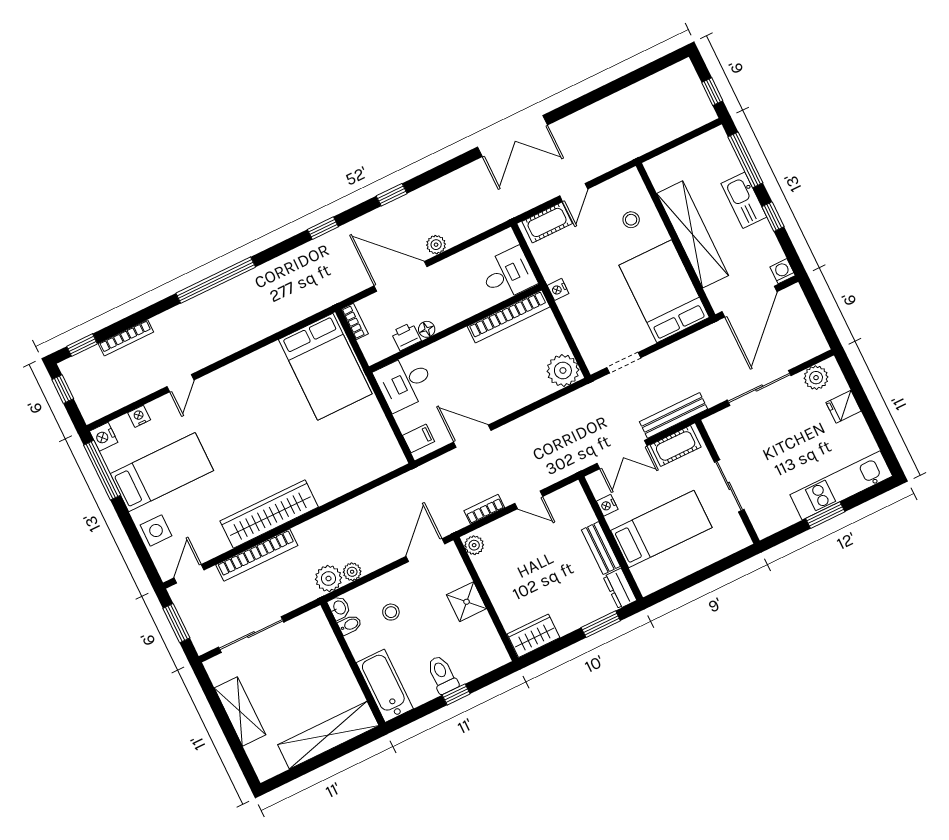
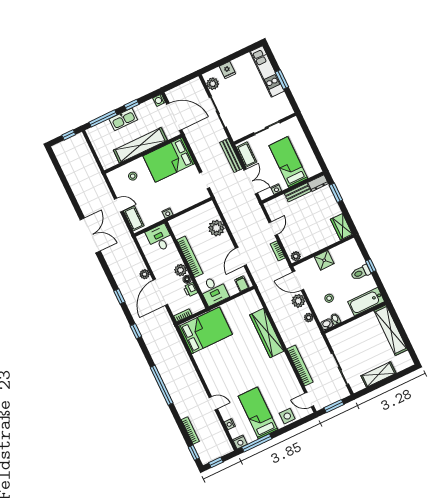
plant: (445, 316) -> (181, 270), added
bookcase: (509, 317) -> (190, 257), moved
plant: (563, 370) -> (216, 228), moved
wardrobe: (269, 514) -> (267, 333), moved
plant: (329, 578) -> (298, 301), moved

